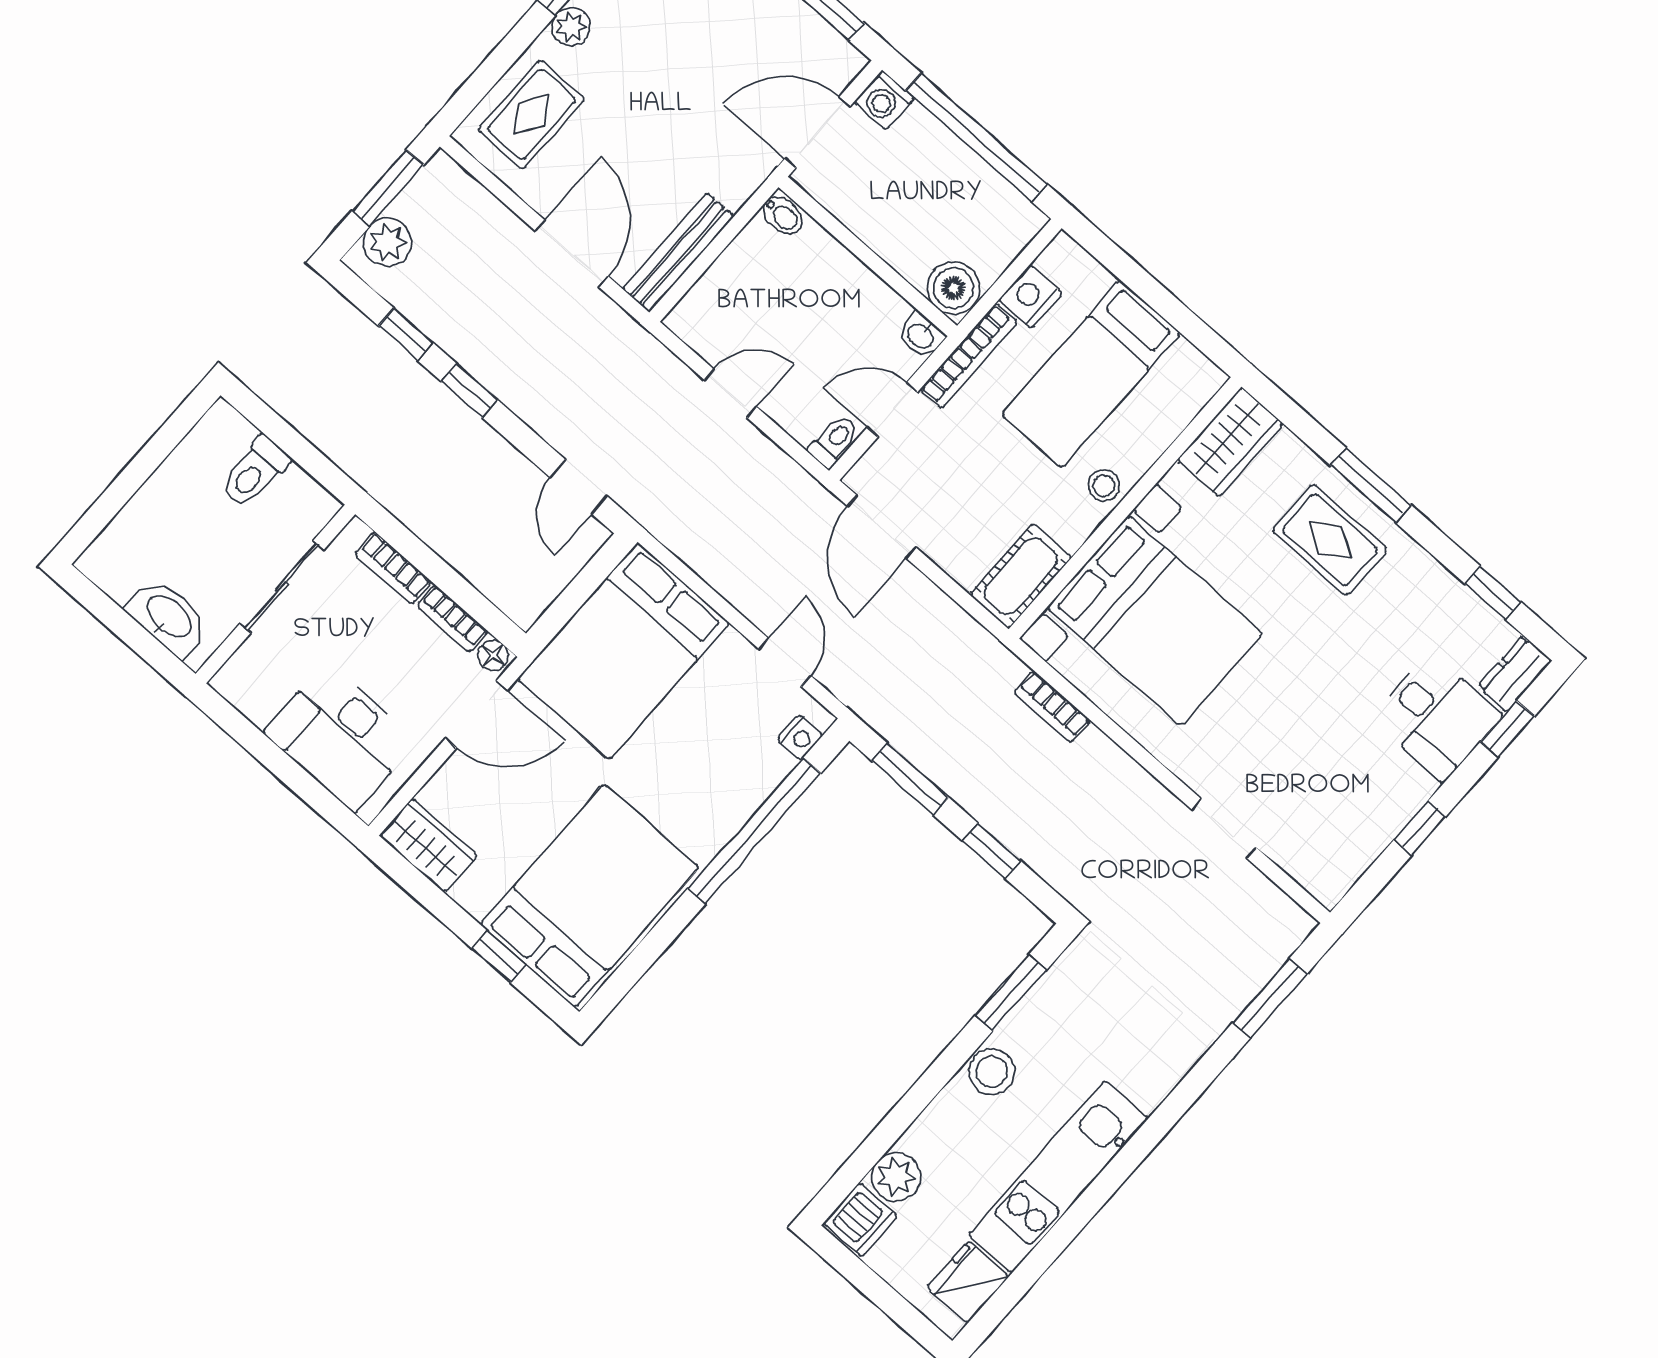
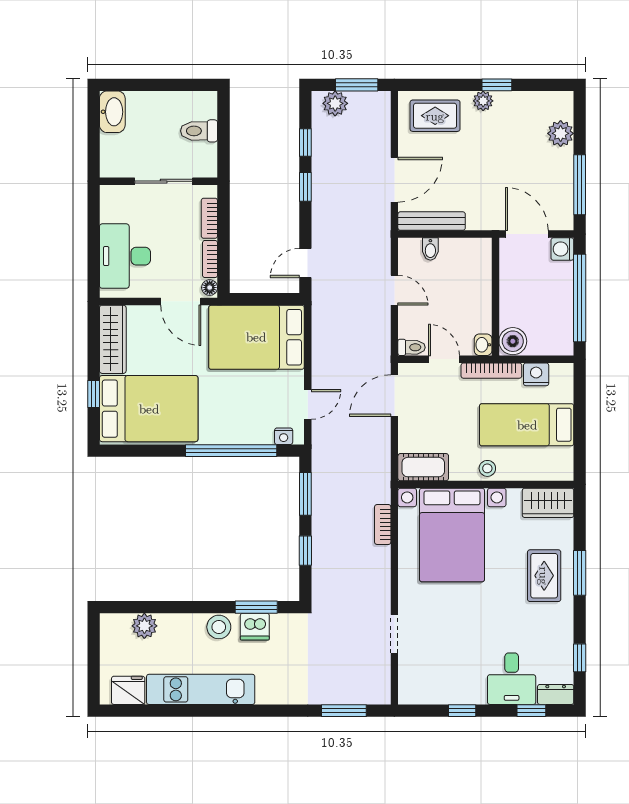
bidet: (783, 215) -> (430, 249), moved
washbasin: (168, 617) -> (112, 112), moved
wardrobe: (428, 845) -> (113, 339), width x1.50
dishwasher: (860, 1220) -> (255, 627), moved

